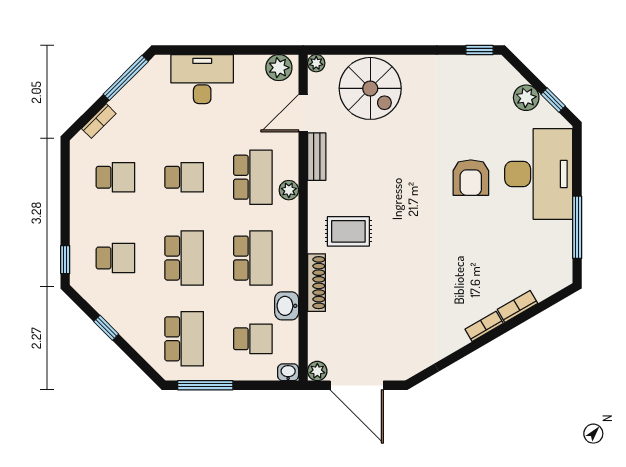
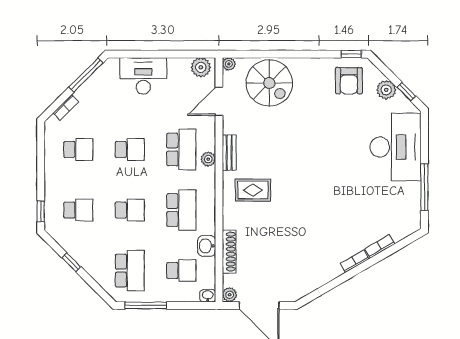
bench: (317, 157) -> (229, 153), moved
armchair: (471, 178) -> (349, 81), moved
school desk: (184, 258) -> (130, 210), width x0.54
shoe rack: (316, 283) -> (229, 252), moved

